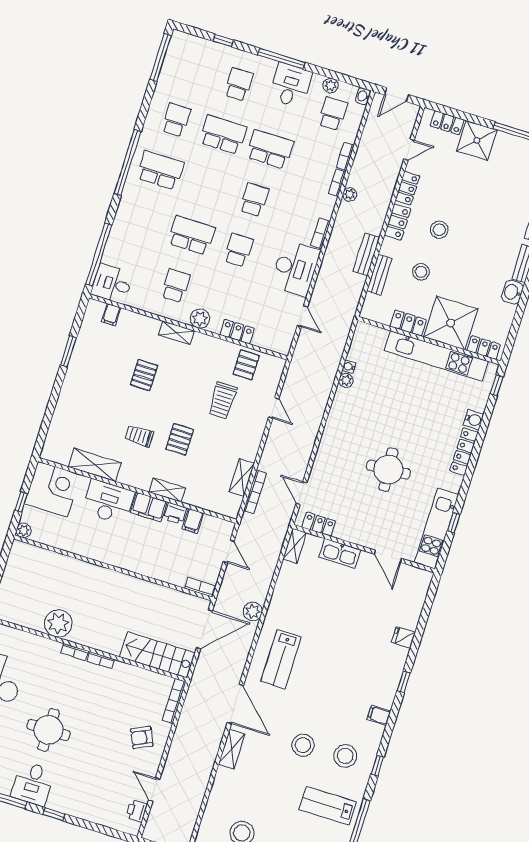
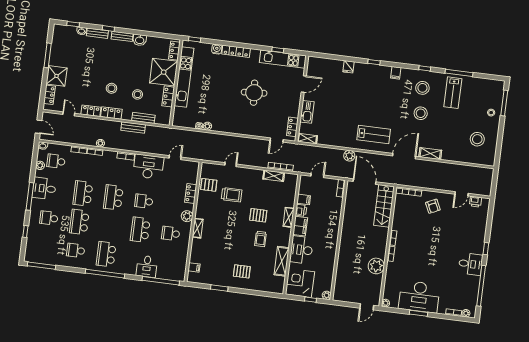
school desk: (254, 200) -> (113, 197), width x1.85
desk: (112, 284) -> (147, 266), moved
pallet: (144, 375) -> (242, 271), moved
round table: (49, 730) -> (438, 260), removed

